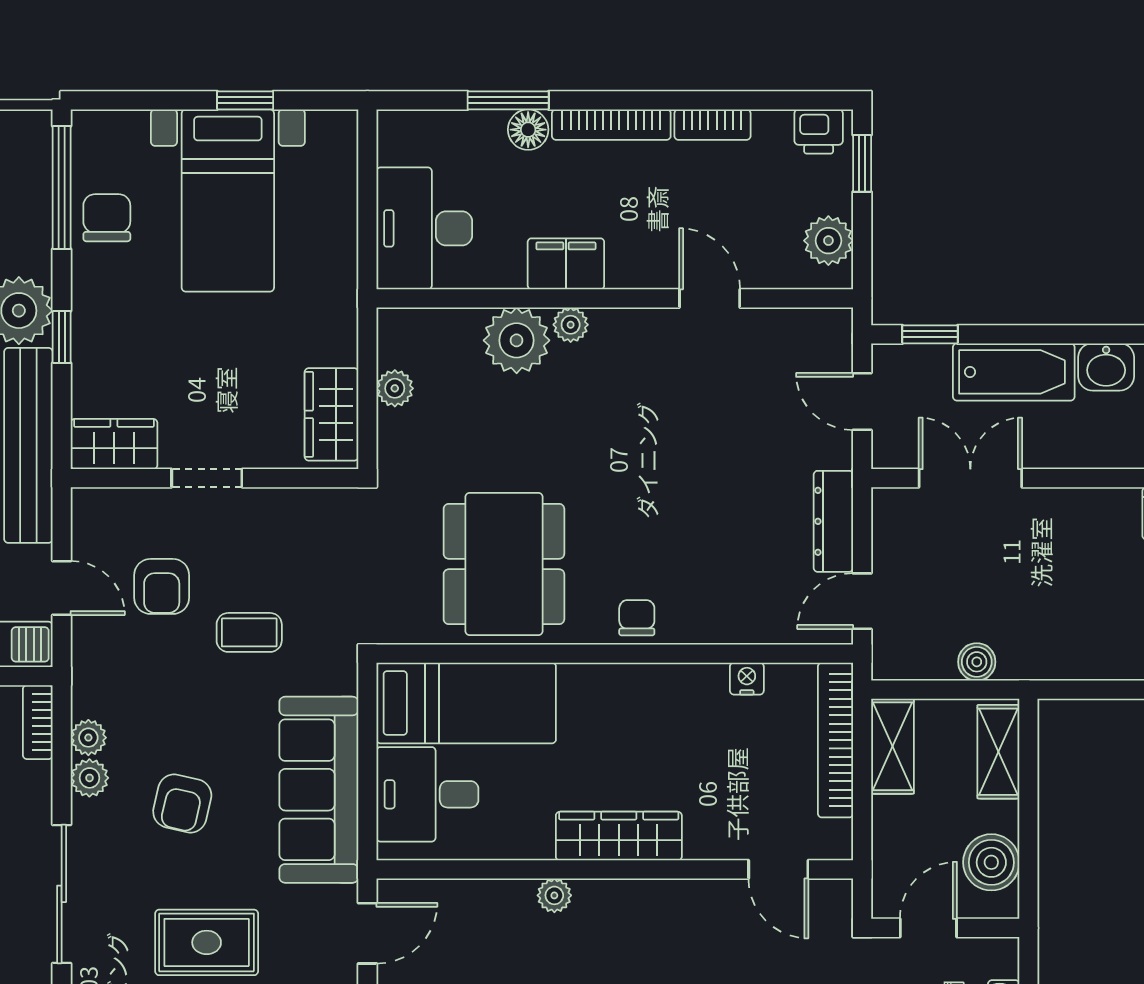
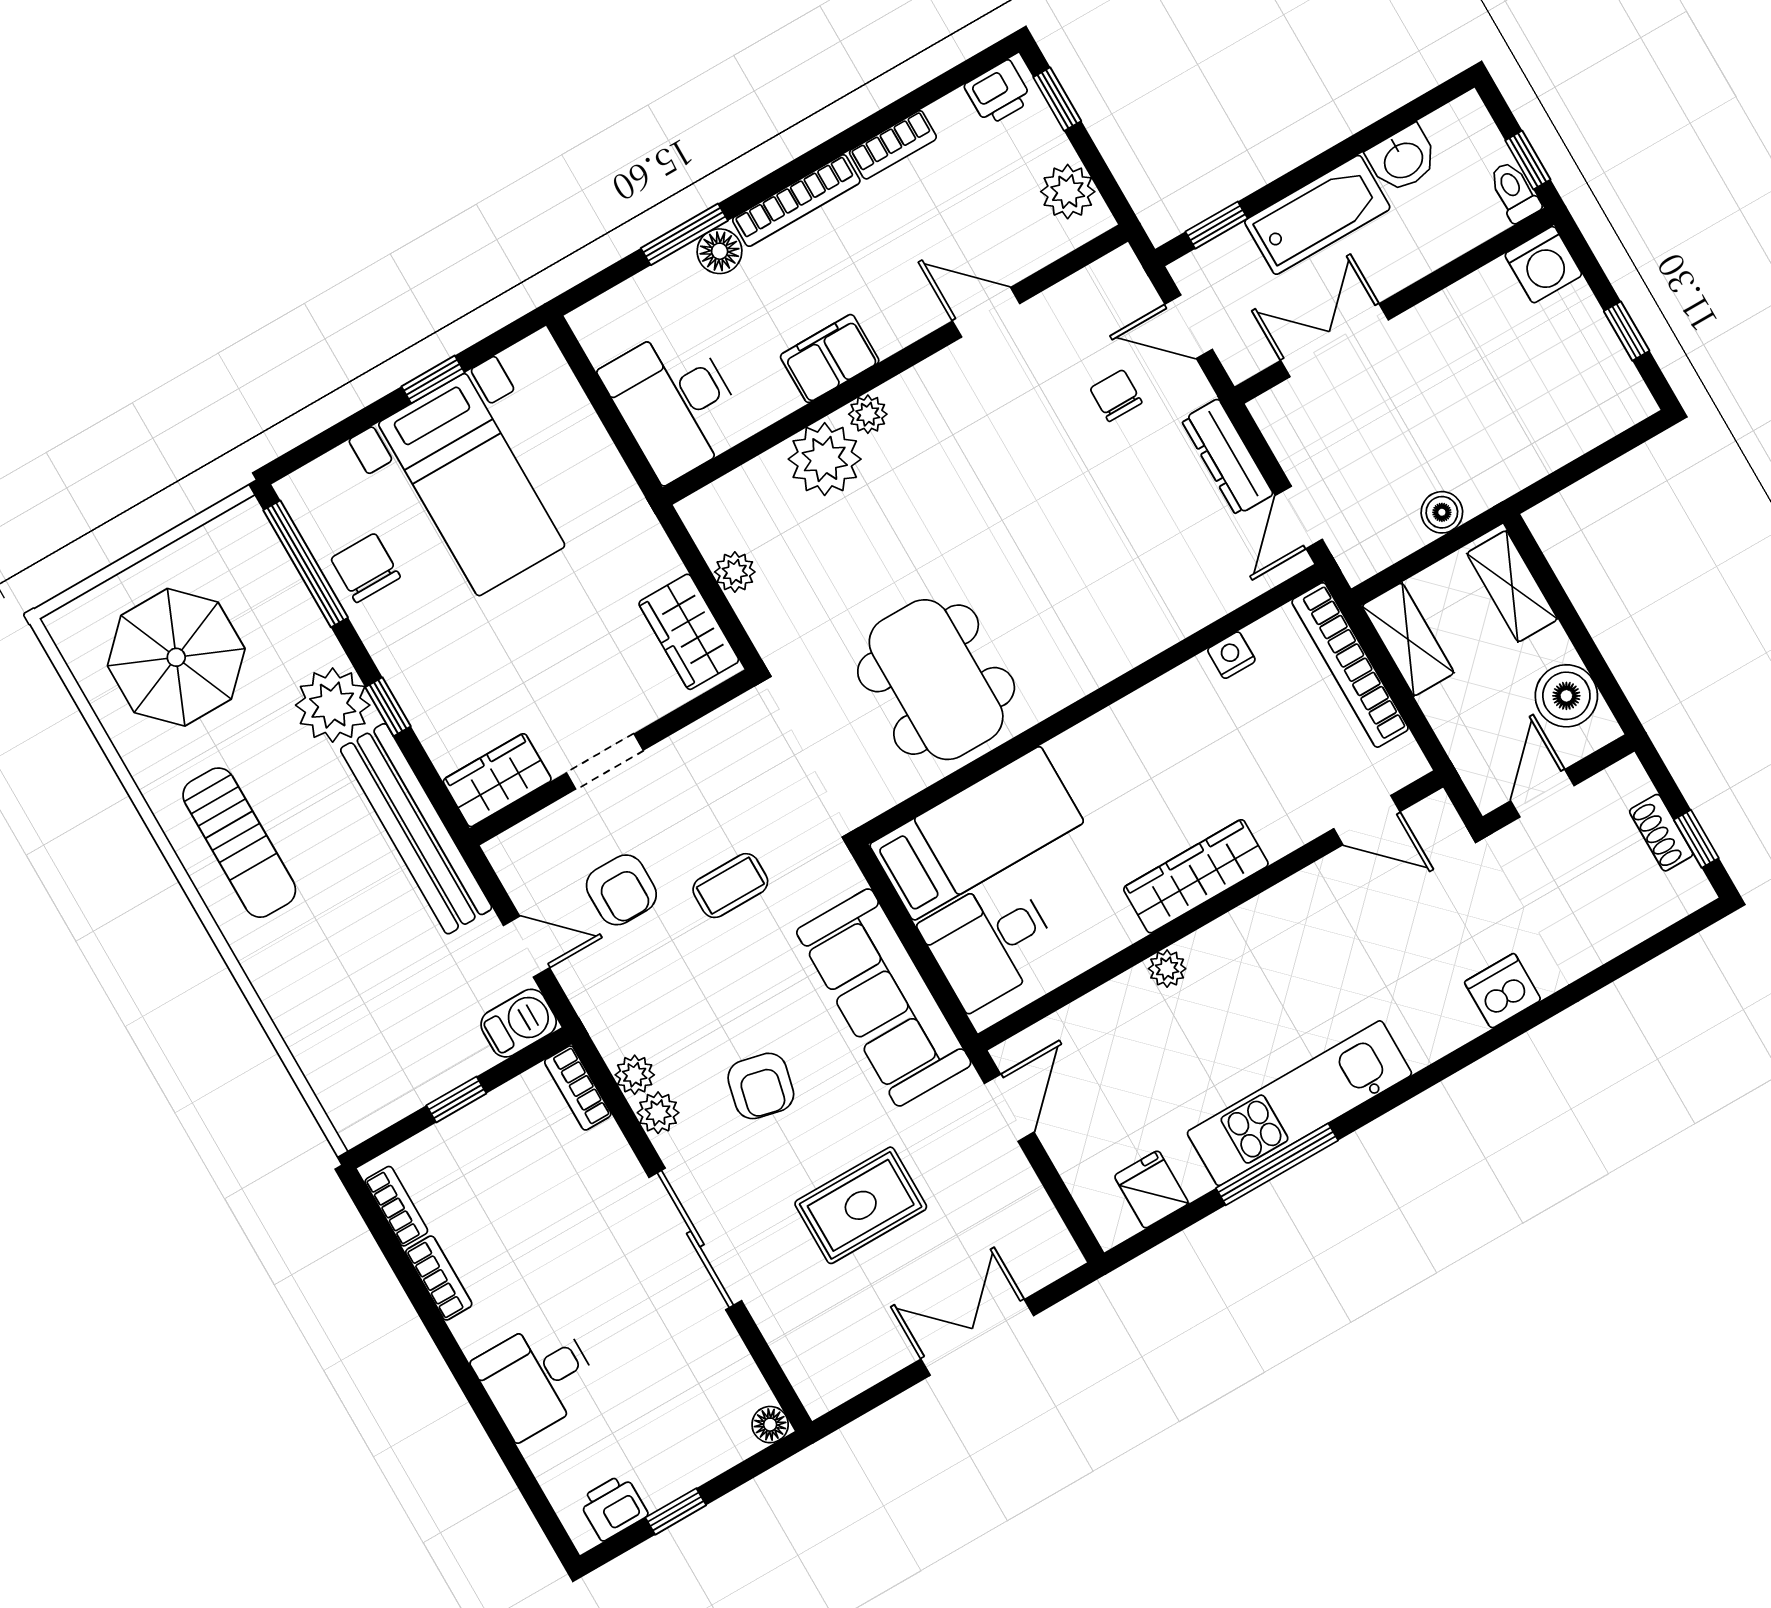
chair: (637, 618) -> (1116, 396), moved

